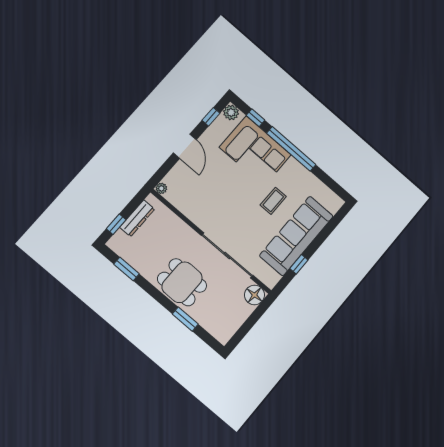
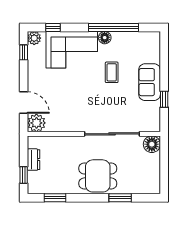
door: (185, 146) -> (24, 103), moved
window: (291, 149) -> (113, 28), moved
floor lamp: (293, 166) -> (105, 38), added
plant: (161, 188) -> (36, 123), width x1.87, depth x1.87
dresser: (137, 218) -> (34, 160), width x0.70
sofa: (296, 236) -> (150, 82), width x0.54, depth x0.79

